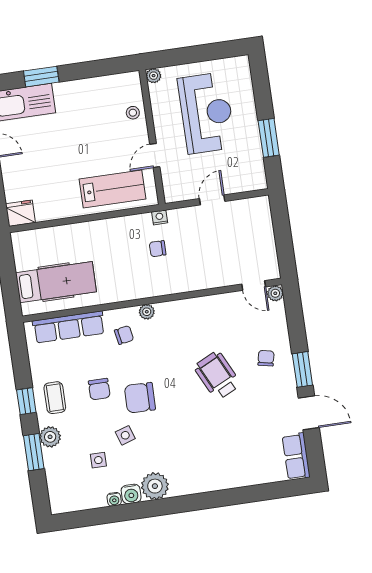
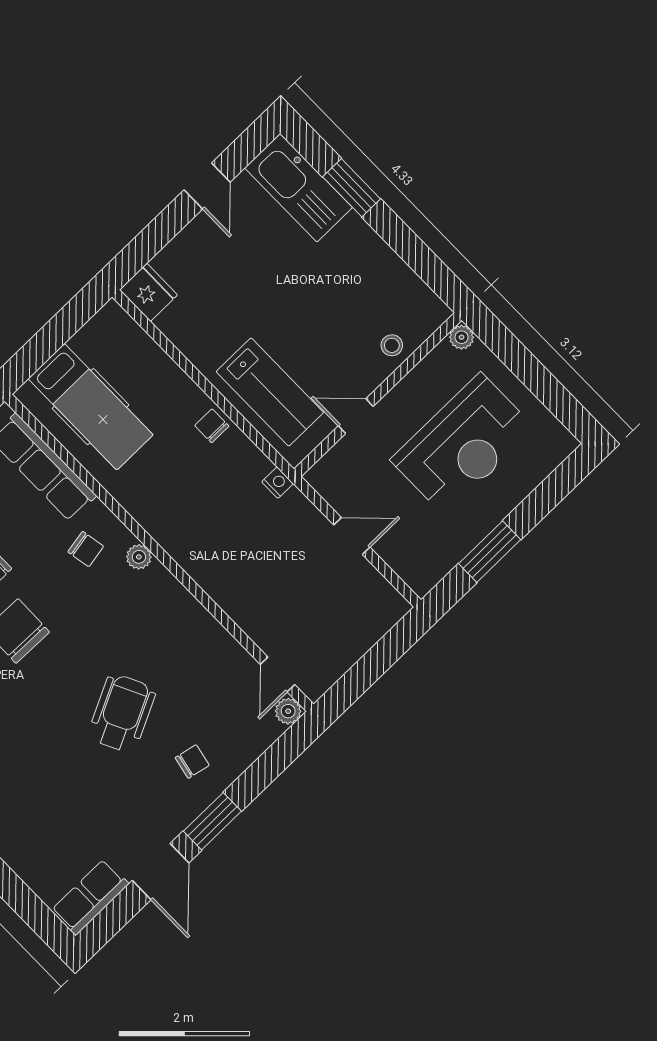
chair: (158, 249) -> (212, 426), moved

